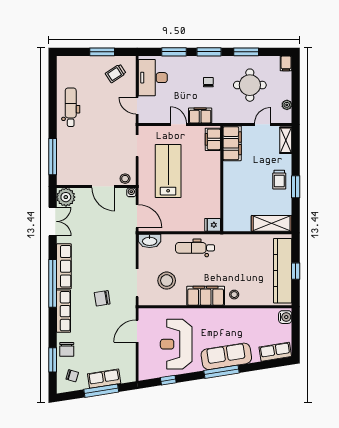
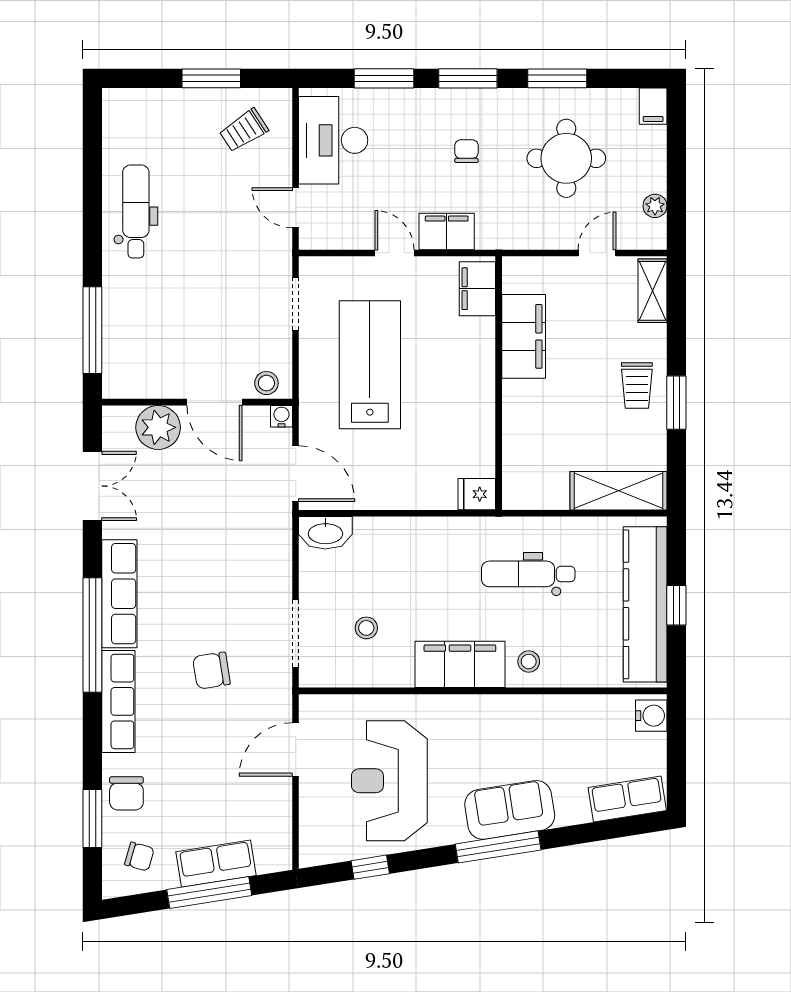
filing cabinet: (232, 143) -> (524, 336), moved
plant: (66, 197) -> (158, 427), moved
dental chair: (195, 248) -> (528, 574), moved
stool: (167, 281) -> (366, 628), width x0.53, depth x0.53
sofa: (226, 356) -> (510, 810), width x0.73

